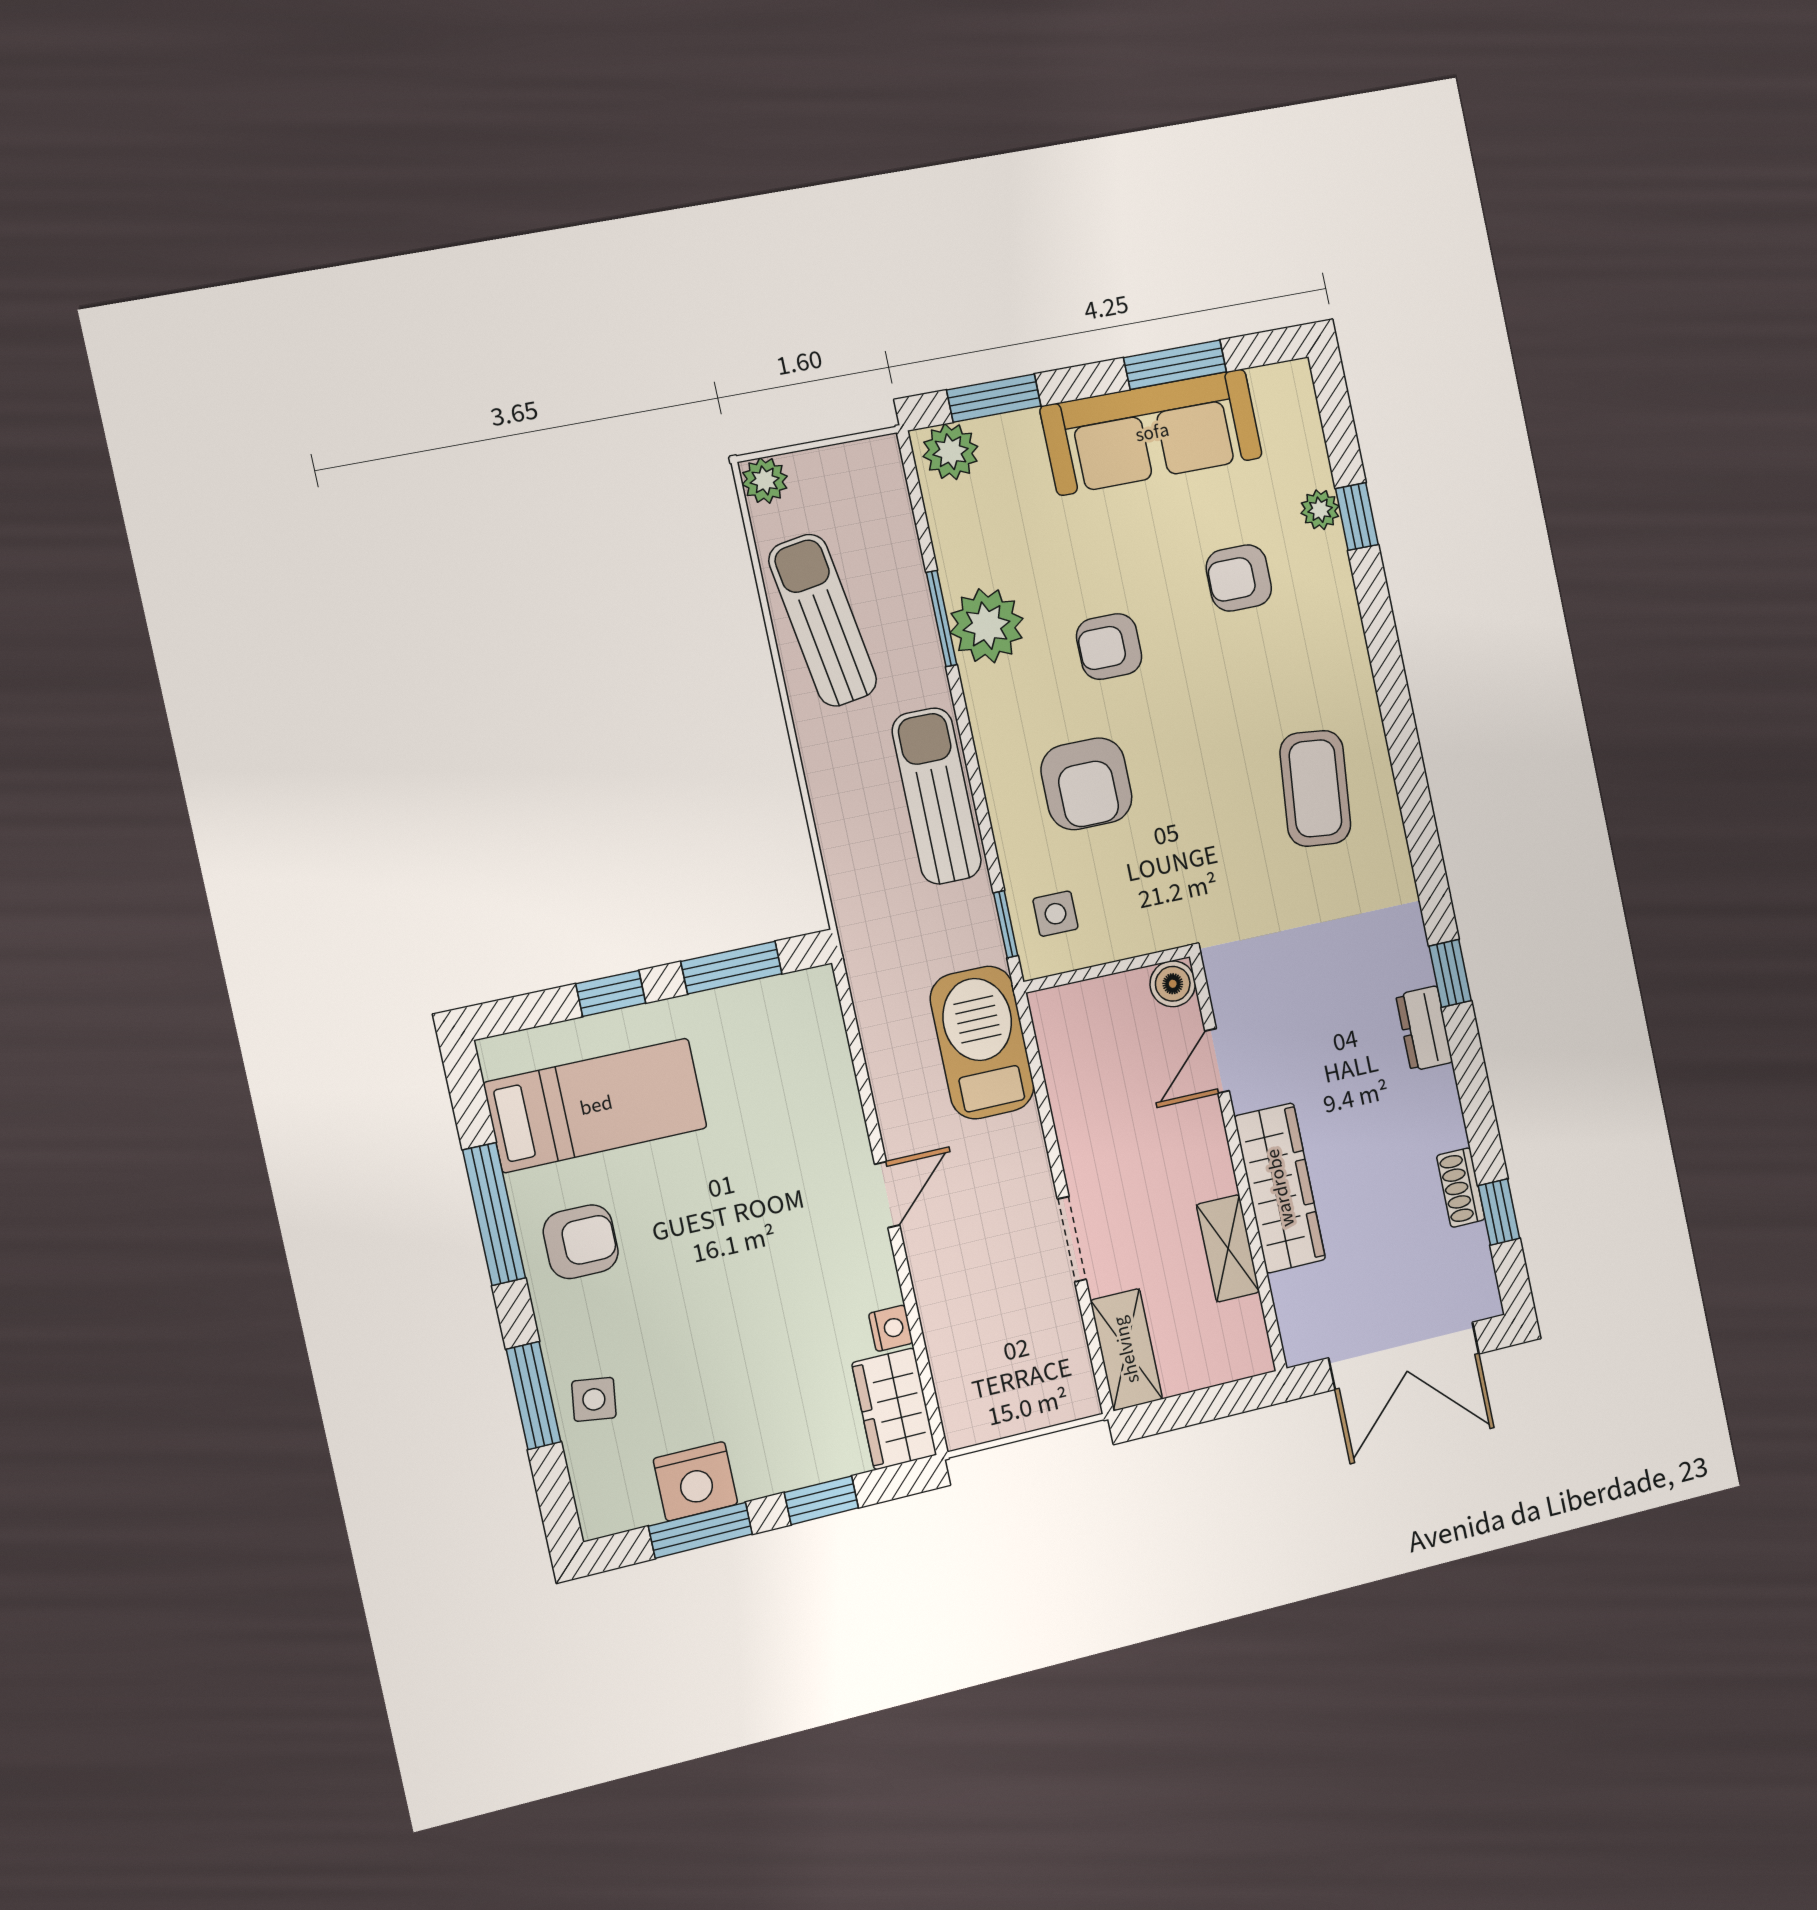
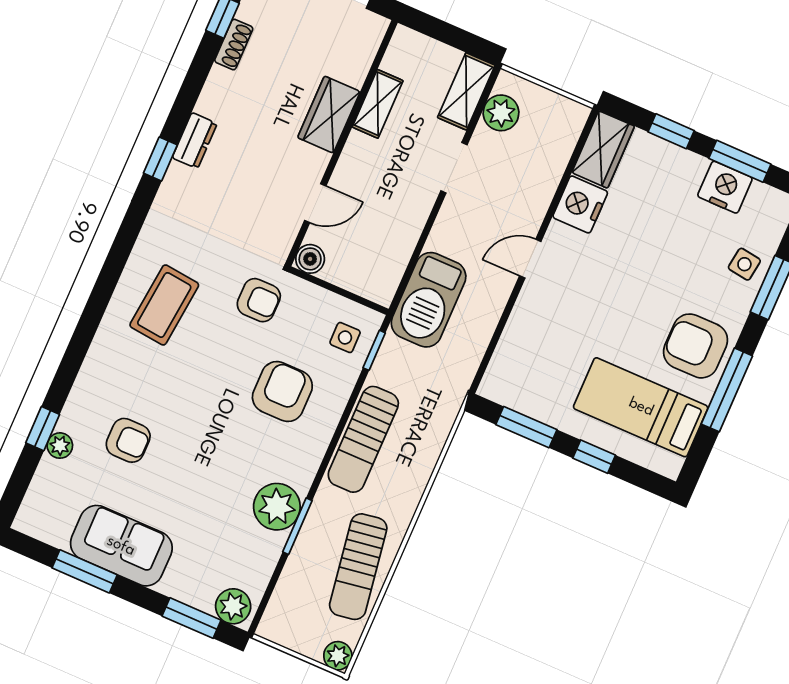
sofa: (1152, 432) -> (121, 546), width x0.73
armchair: (1109, 647) -> (259, 300), moved
wardrobe: (1280, 1188) -> (329, 115), width x0.67
armchair: (581, 1242) -> (695, 346), width x1.38, depth x1.38
nightstand: (891, 1328) -> (580, 204), width x1.89, depth x1.79
plant: (1062, 1356) -> (501, 113), added

